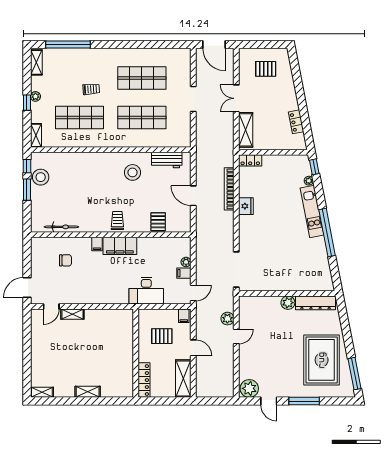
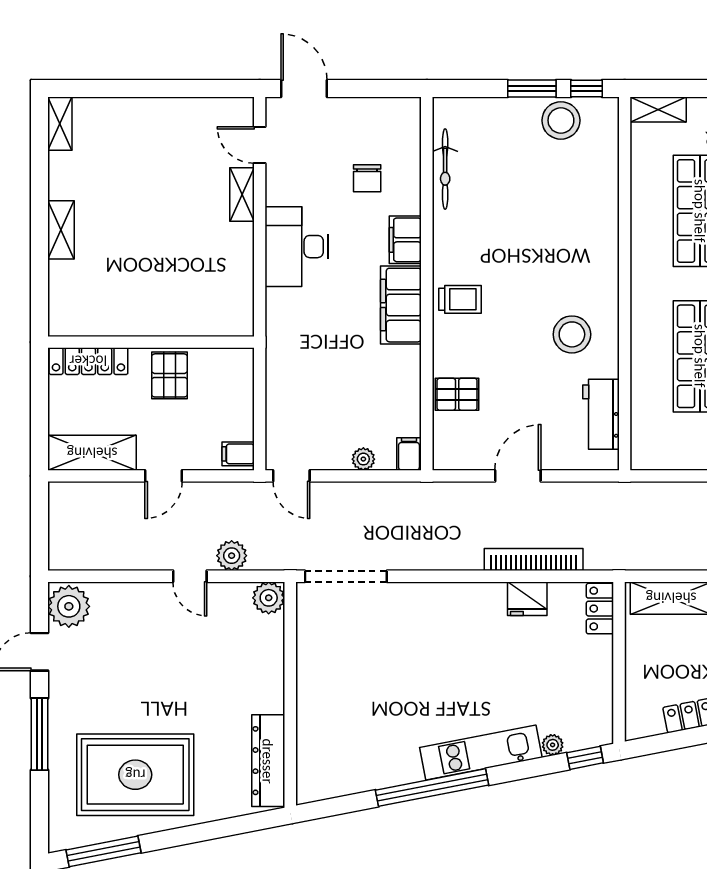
fridge: (246, 206) -> (527, 599), moved
filing cabinet: (97, 244) -> (405, 240), width x2.00
filing cabinet: (184, 273) -> (409, 454), moved
desk: (146, 291) -> (297, 247), moved
plant: (288, 303) -> (269, 598), moved
pallet: (162, 336) -> (169, 375), moved

